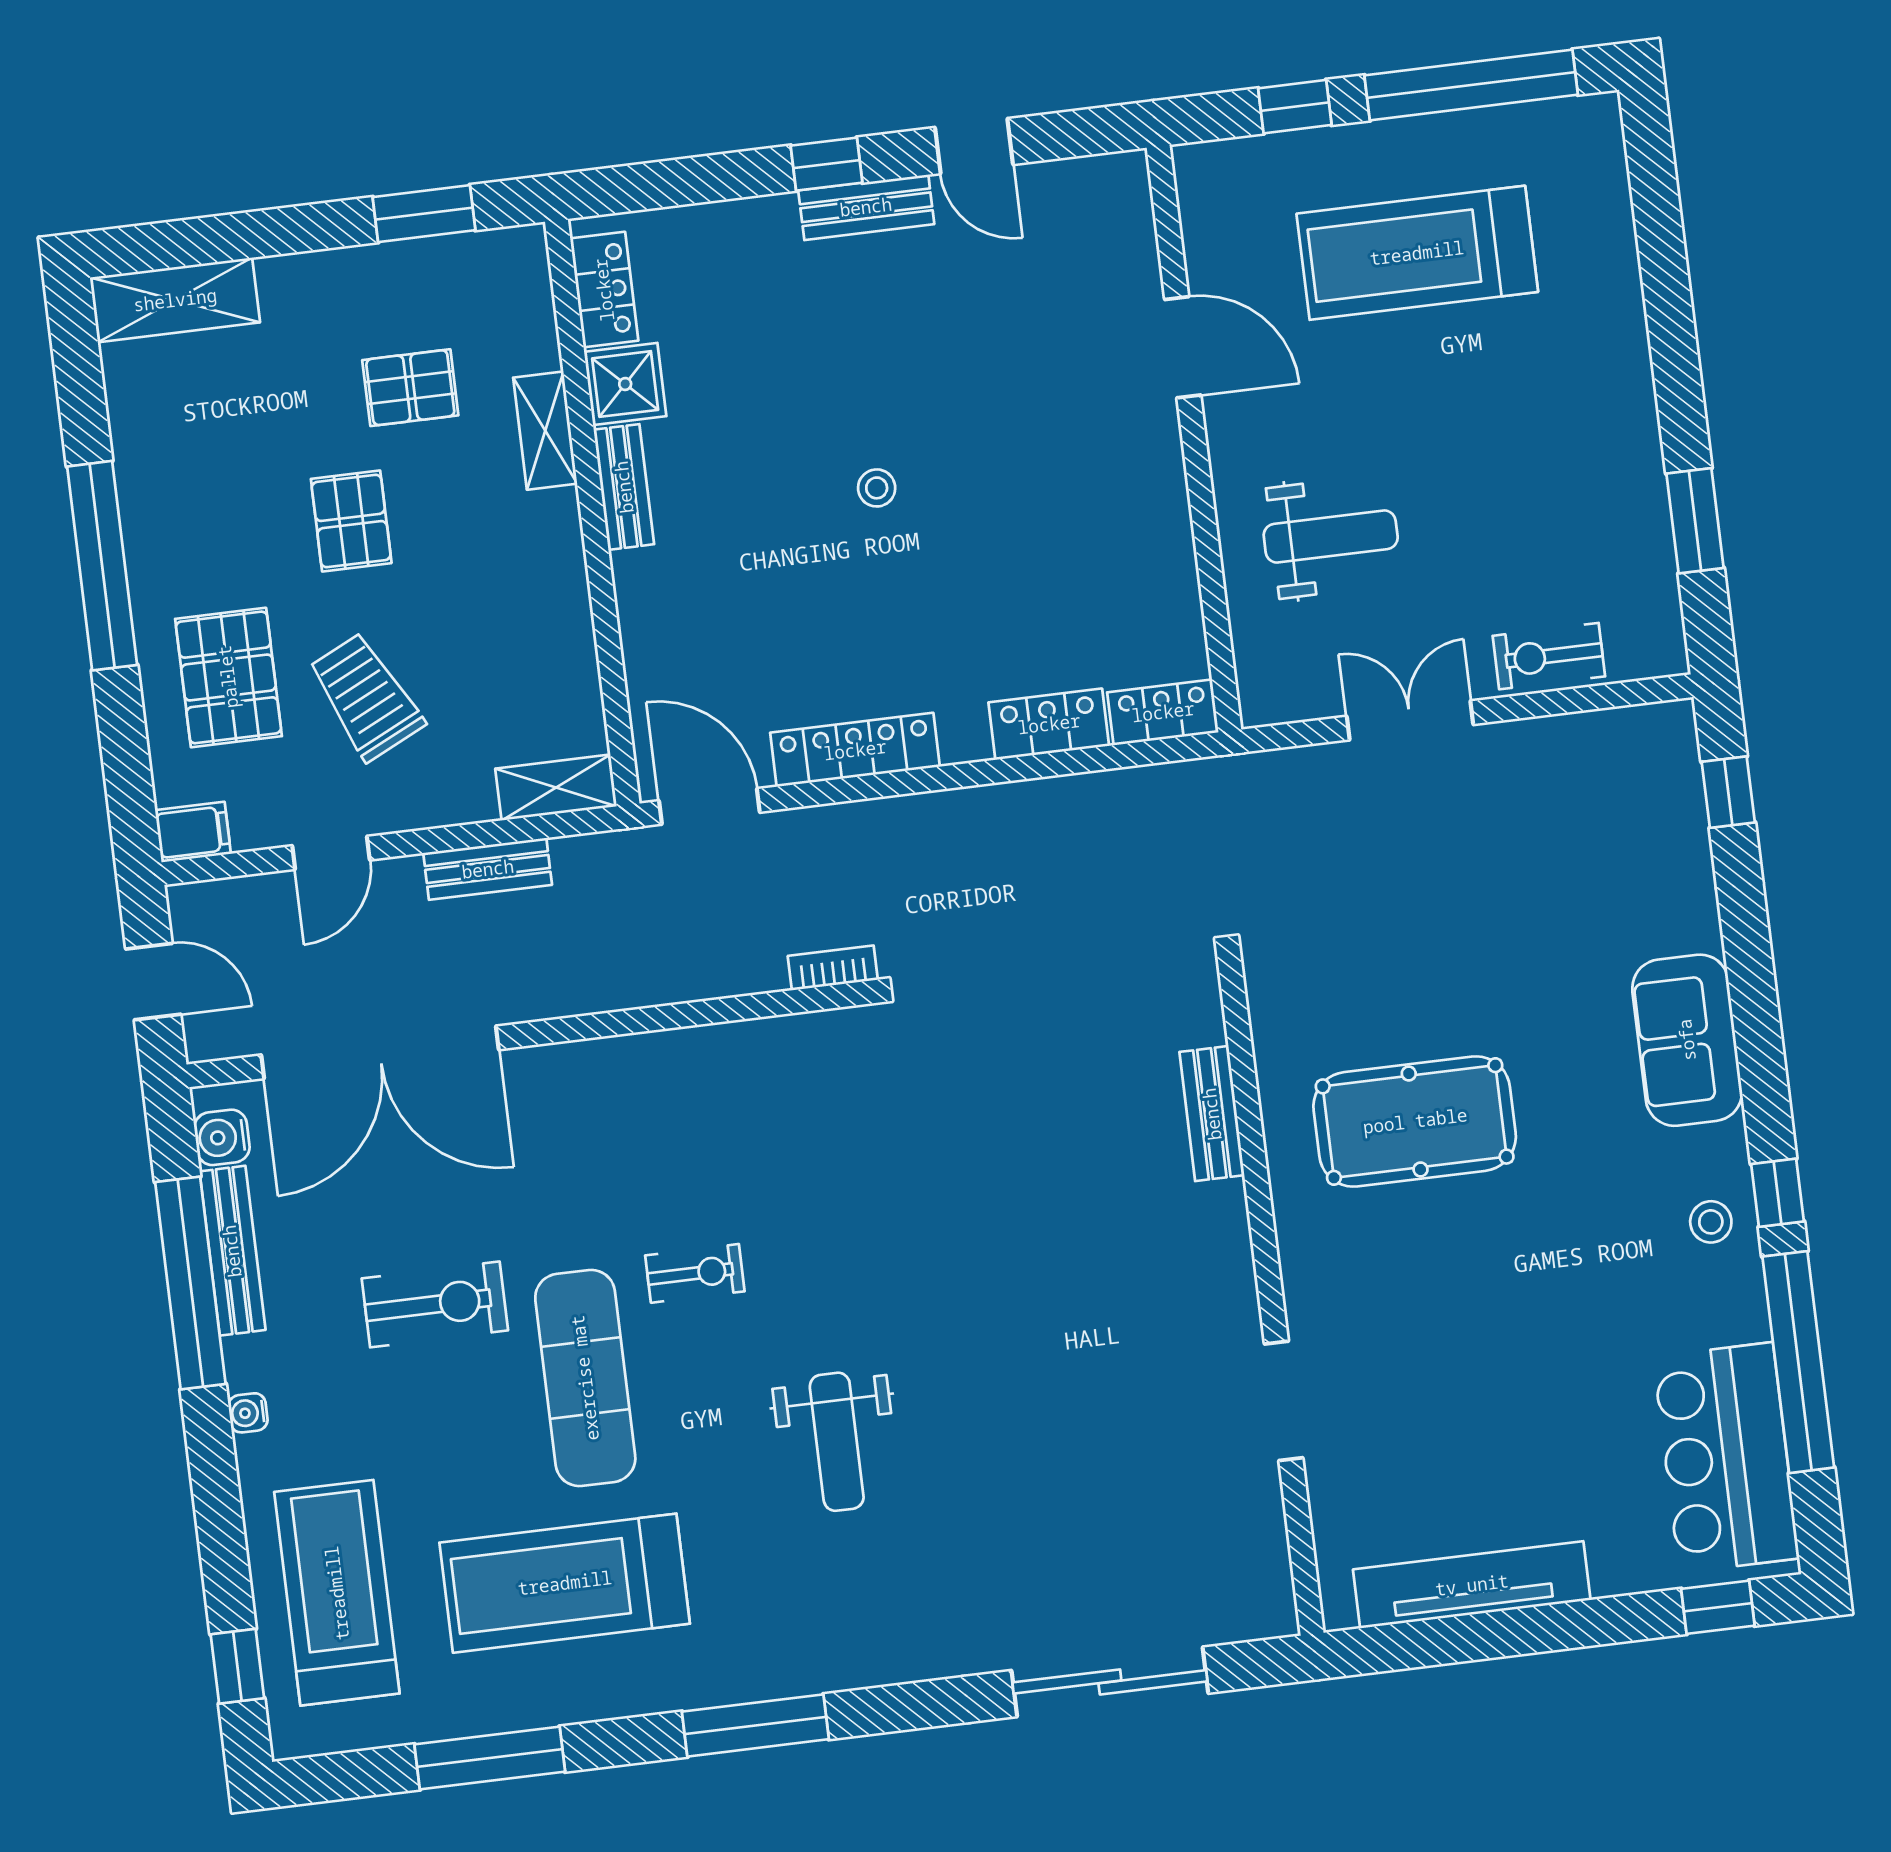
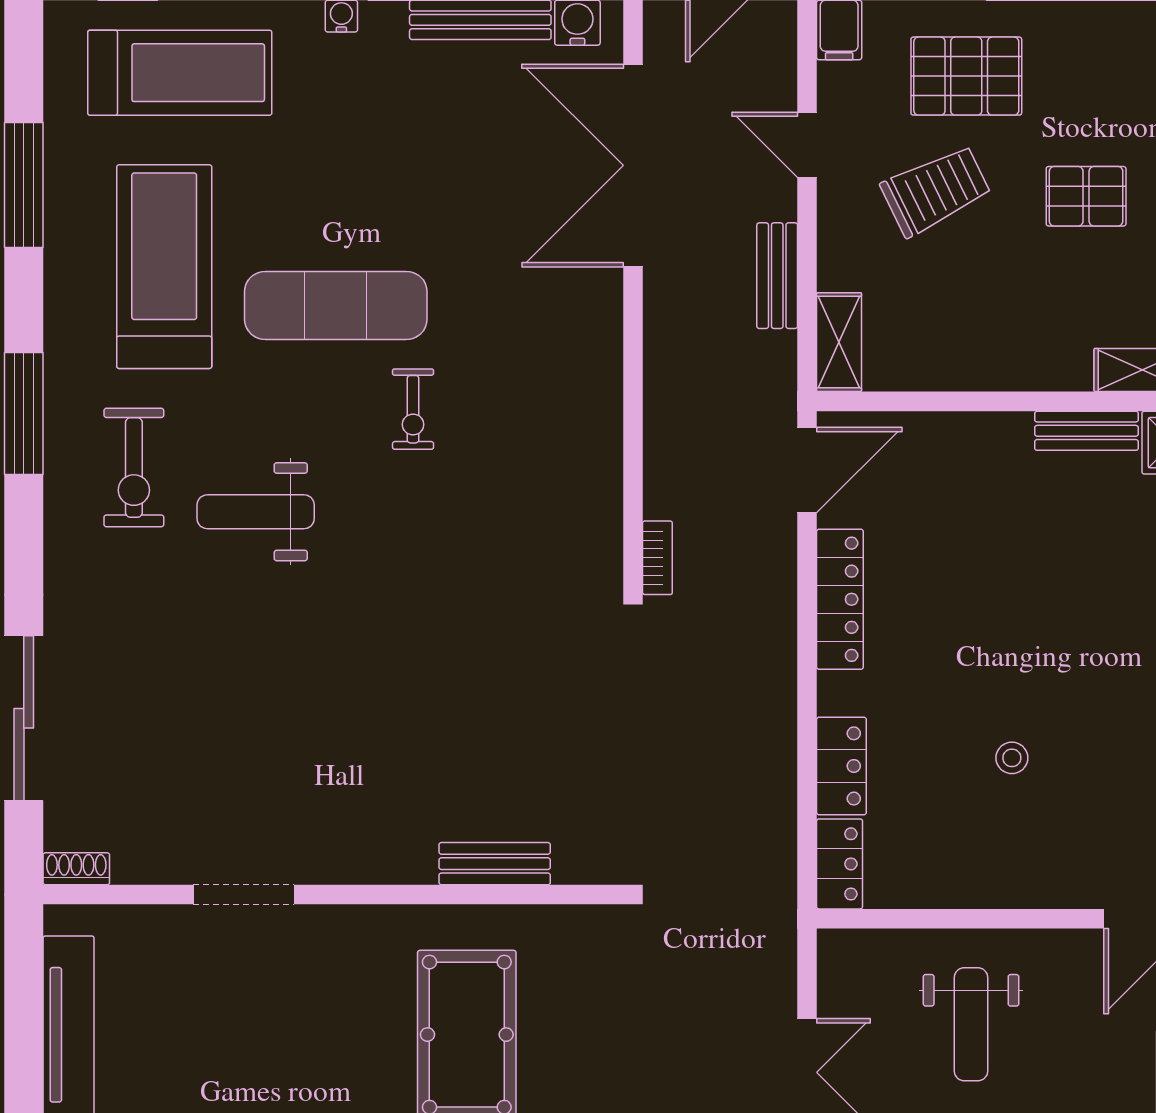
stool: (877, 488) -> (1012, 758), moved
exercise bike: (435, 1304) -> (134, 467), moved
shoe rack: (1278, 1599) -> (76, 869), added

